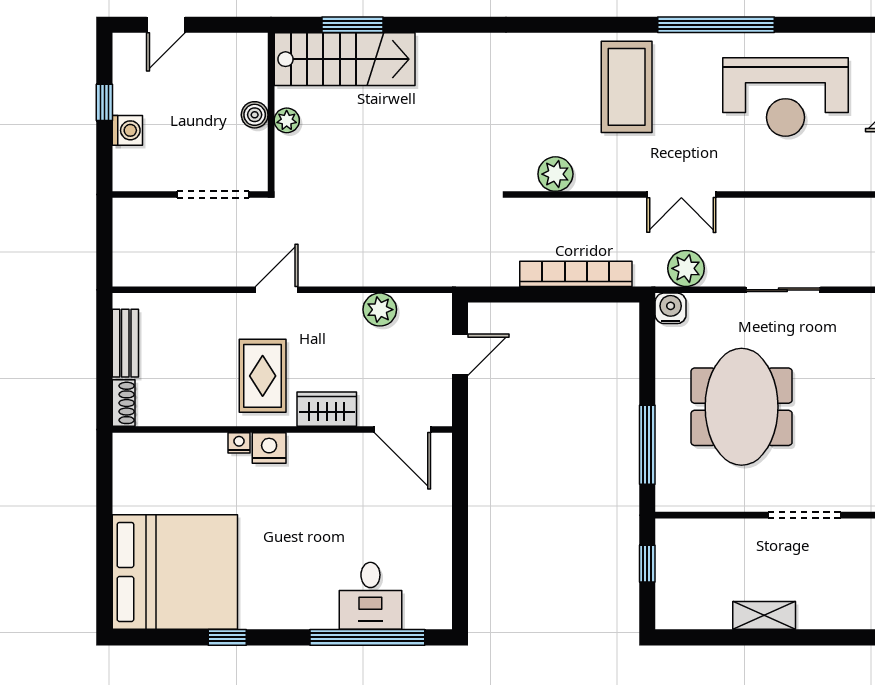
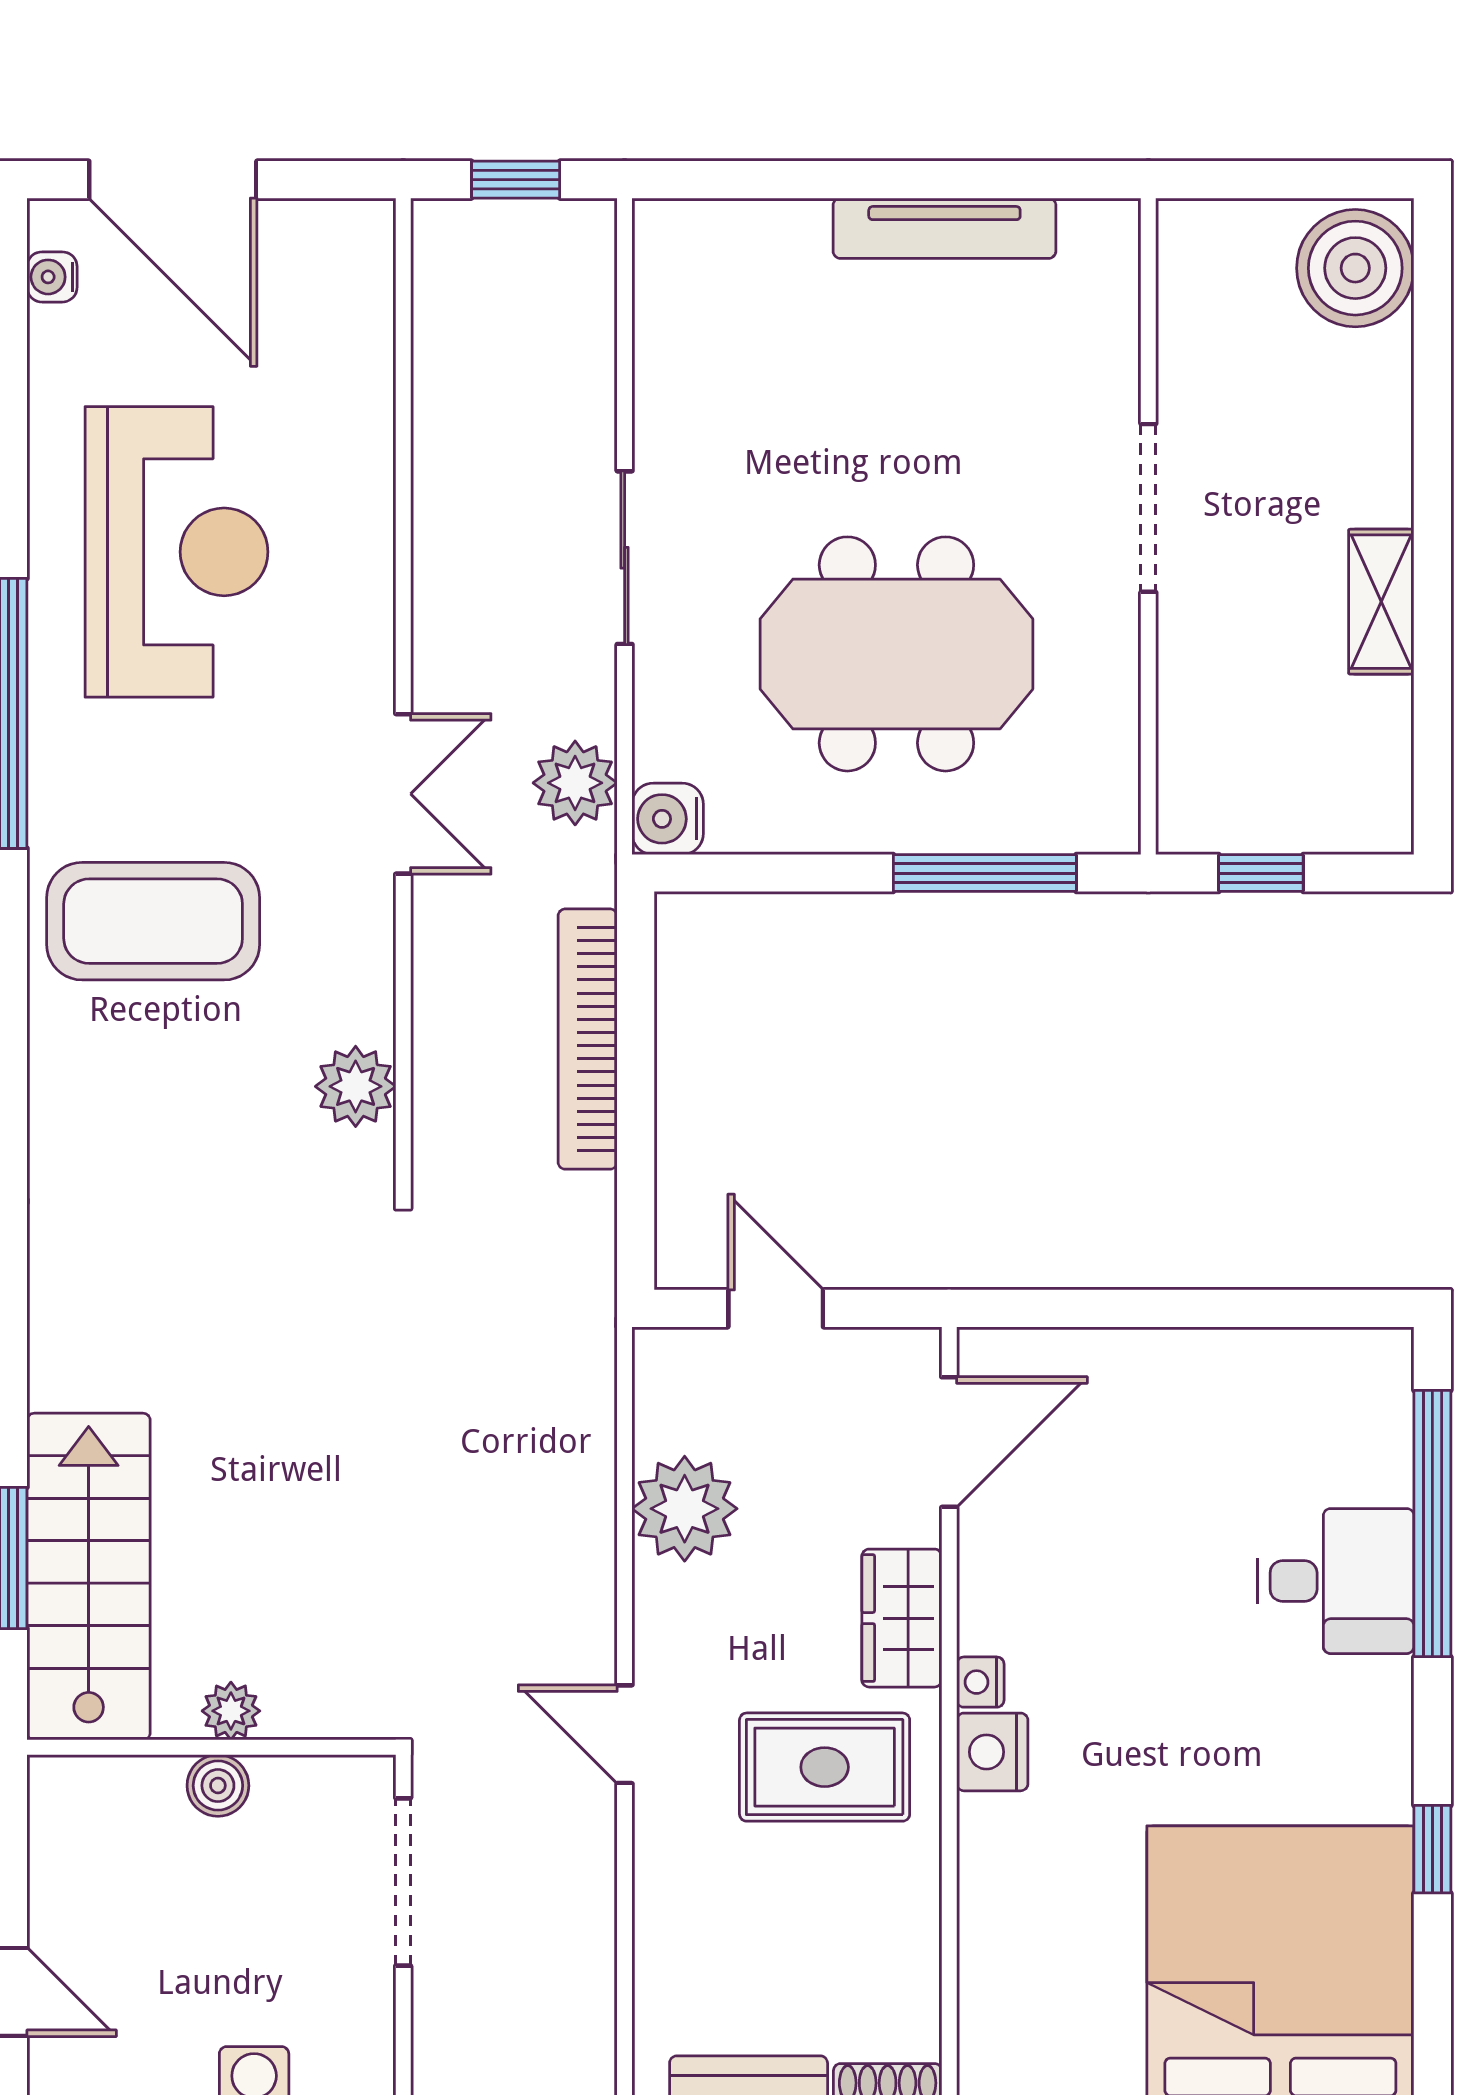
plant: (380, 310) -> (685, 1509), width x1.36, depth x1.36
nightstand: (239, 443) -> (980, 1682), moved
desk: (370, 596) -> (1336, 1581), moved

